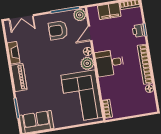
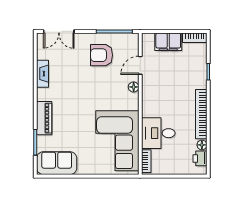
plant: (80, 15) -> (131, 41), removed
printer: (138, 31) -> (200, 158), moved
plant: (87, 63) -> (131, 101), removed
desk: (110, 63) -> (158, 133), moved
piano: (19, 78) -> (44, 118), moved

